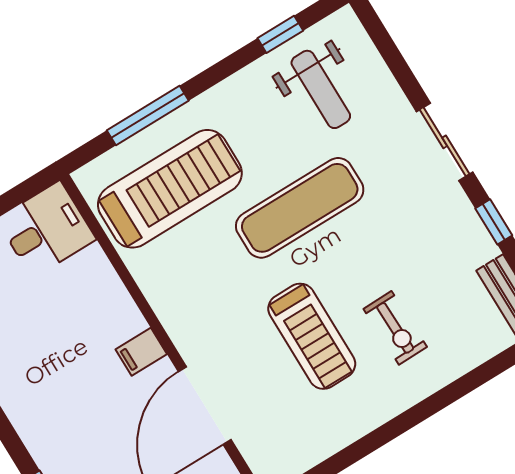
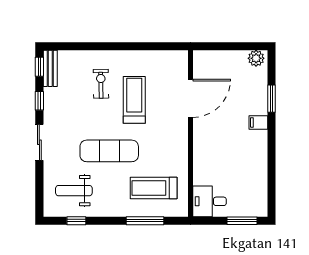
weight bench: (321, 89) -> (74, 191), turned -90
treadmill: (170, 189) -> (154, 188), width x0.73, depth x0.73
filing cabinet: (141, 352) -> (258, 122), moved, turned 180

